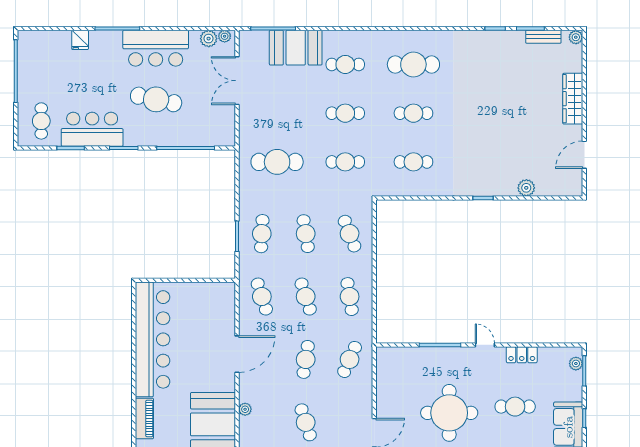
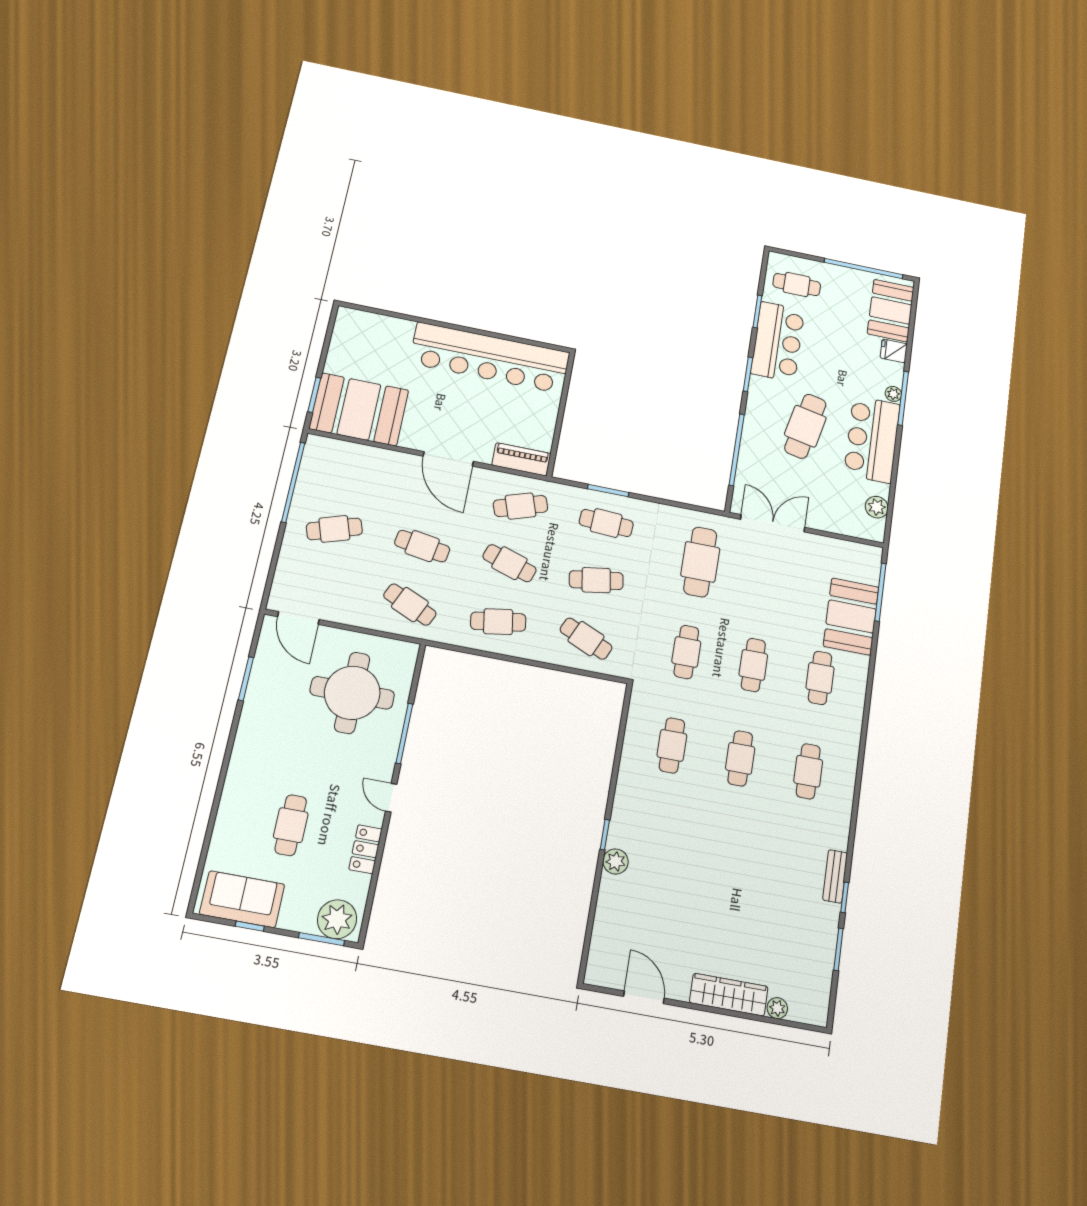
plant: (225, 36) -> (893, 394), moved
bench: (543, 37) -> (835, 876), moved
plant: (576, 37) -> (777, 1008), moved
booth: (47, 46) -> (891, 310), added
cafe table: (413, 64) -> (808, 771), width x0.73, depth x0.74
double door: (237, 81) -> (773, 523), moved
plant: (526, 188) -> (616, 861), moved
cafe table: (350, 234) -> (586, 639), turned 45
cafe table: (306, 297) -> (510, 563), turned 36
door: (485, 345) -> (391, 798), swing flipped
plant: (576, 364) -> (337, 919), width x1.88, depth x1.88
plant: (245, 409) -> (370, 454), removed
round table: (449, 413) -> (352, 693), moved
piano: (144, 419) -> (521, 459), moved, turned 180

